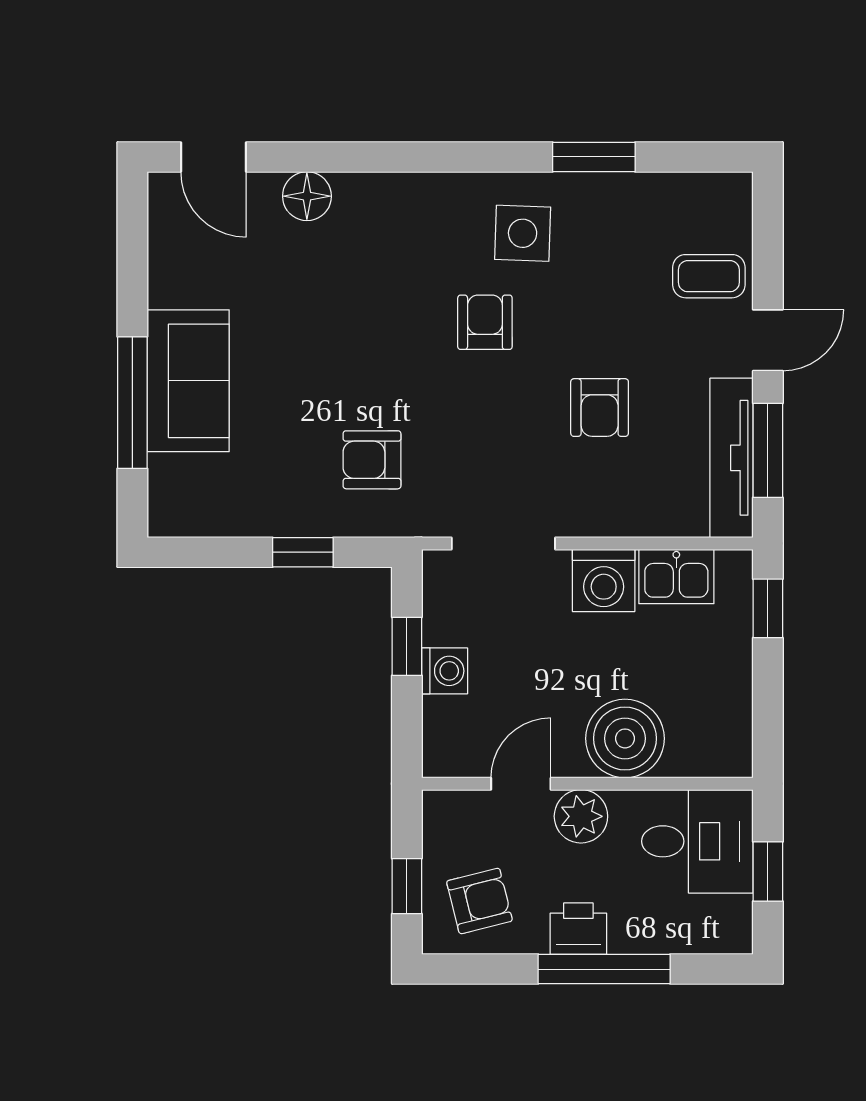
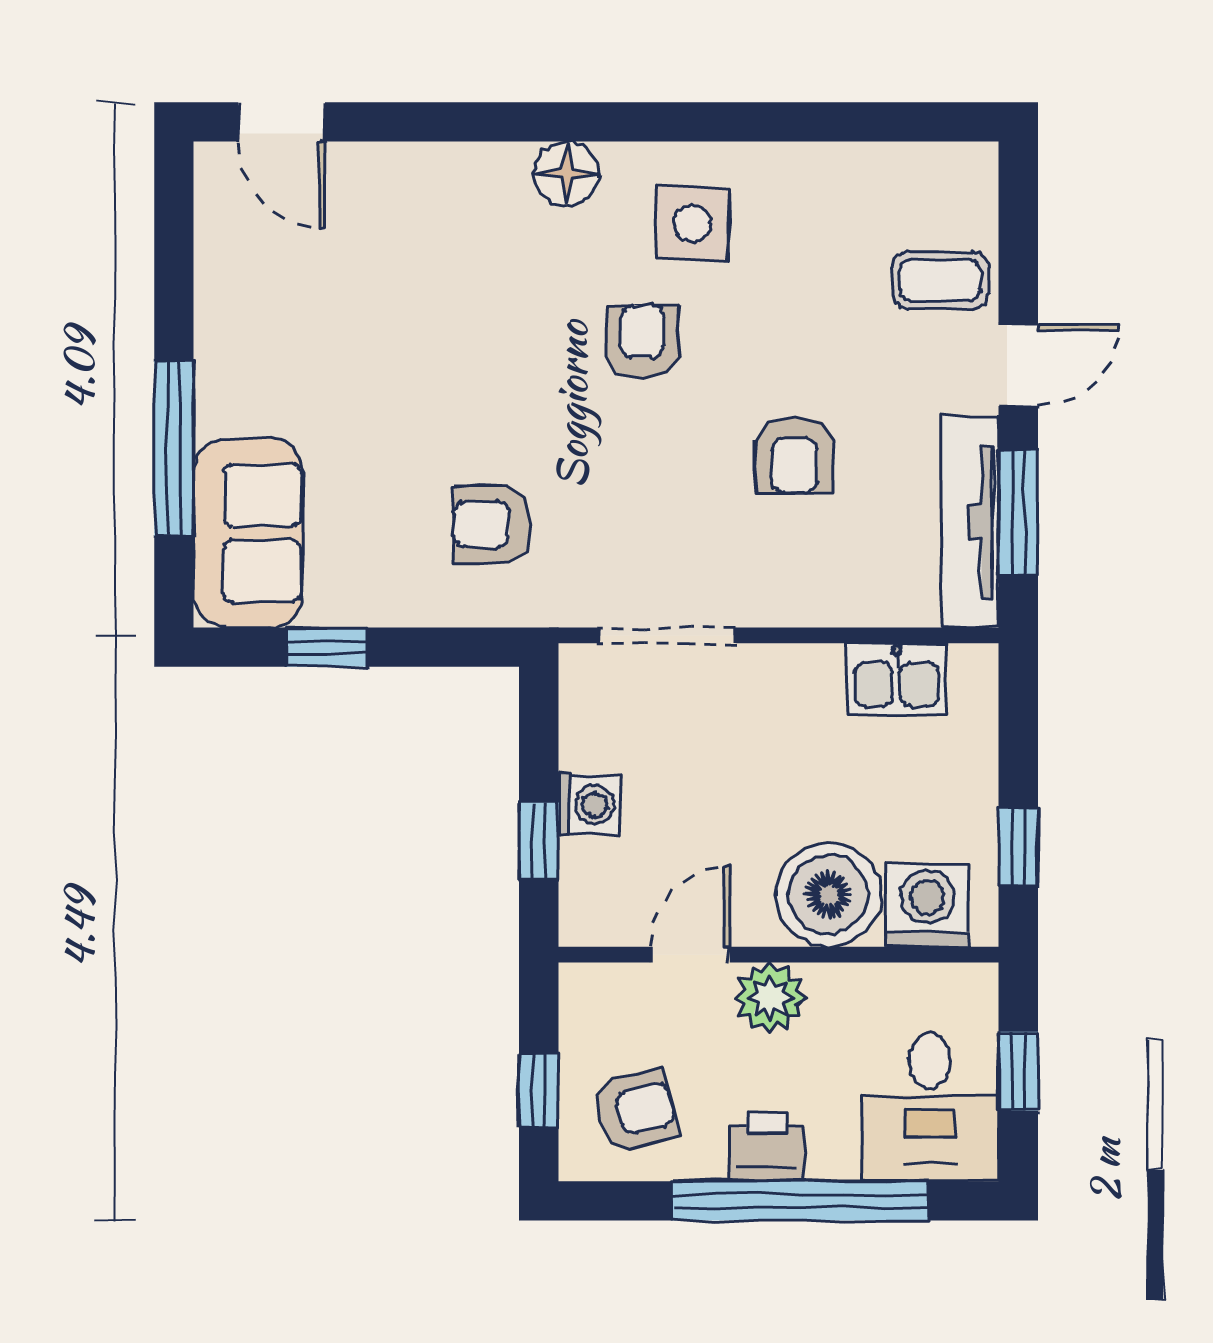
window: (594, 157) -> (787, 122), removed
floor lamp: (307, 196) -> (567, 174), moved
sofa: (188, 381) -> (248, 533), moved
window: (303, 552) -> (327, 647), moved
washing machine: (604, 580) -> (927, 905), moved, turned 180
window: (768, 608) -> (1018, 847), moved
window: (407, 646) -> (539, 841), moved
desk: (697, 841) -> (930, 1107), moved, turned 90
window: (604, 969) -> (801, 1201), width x1.46

